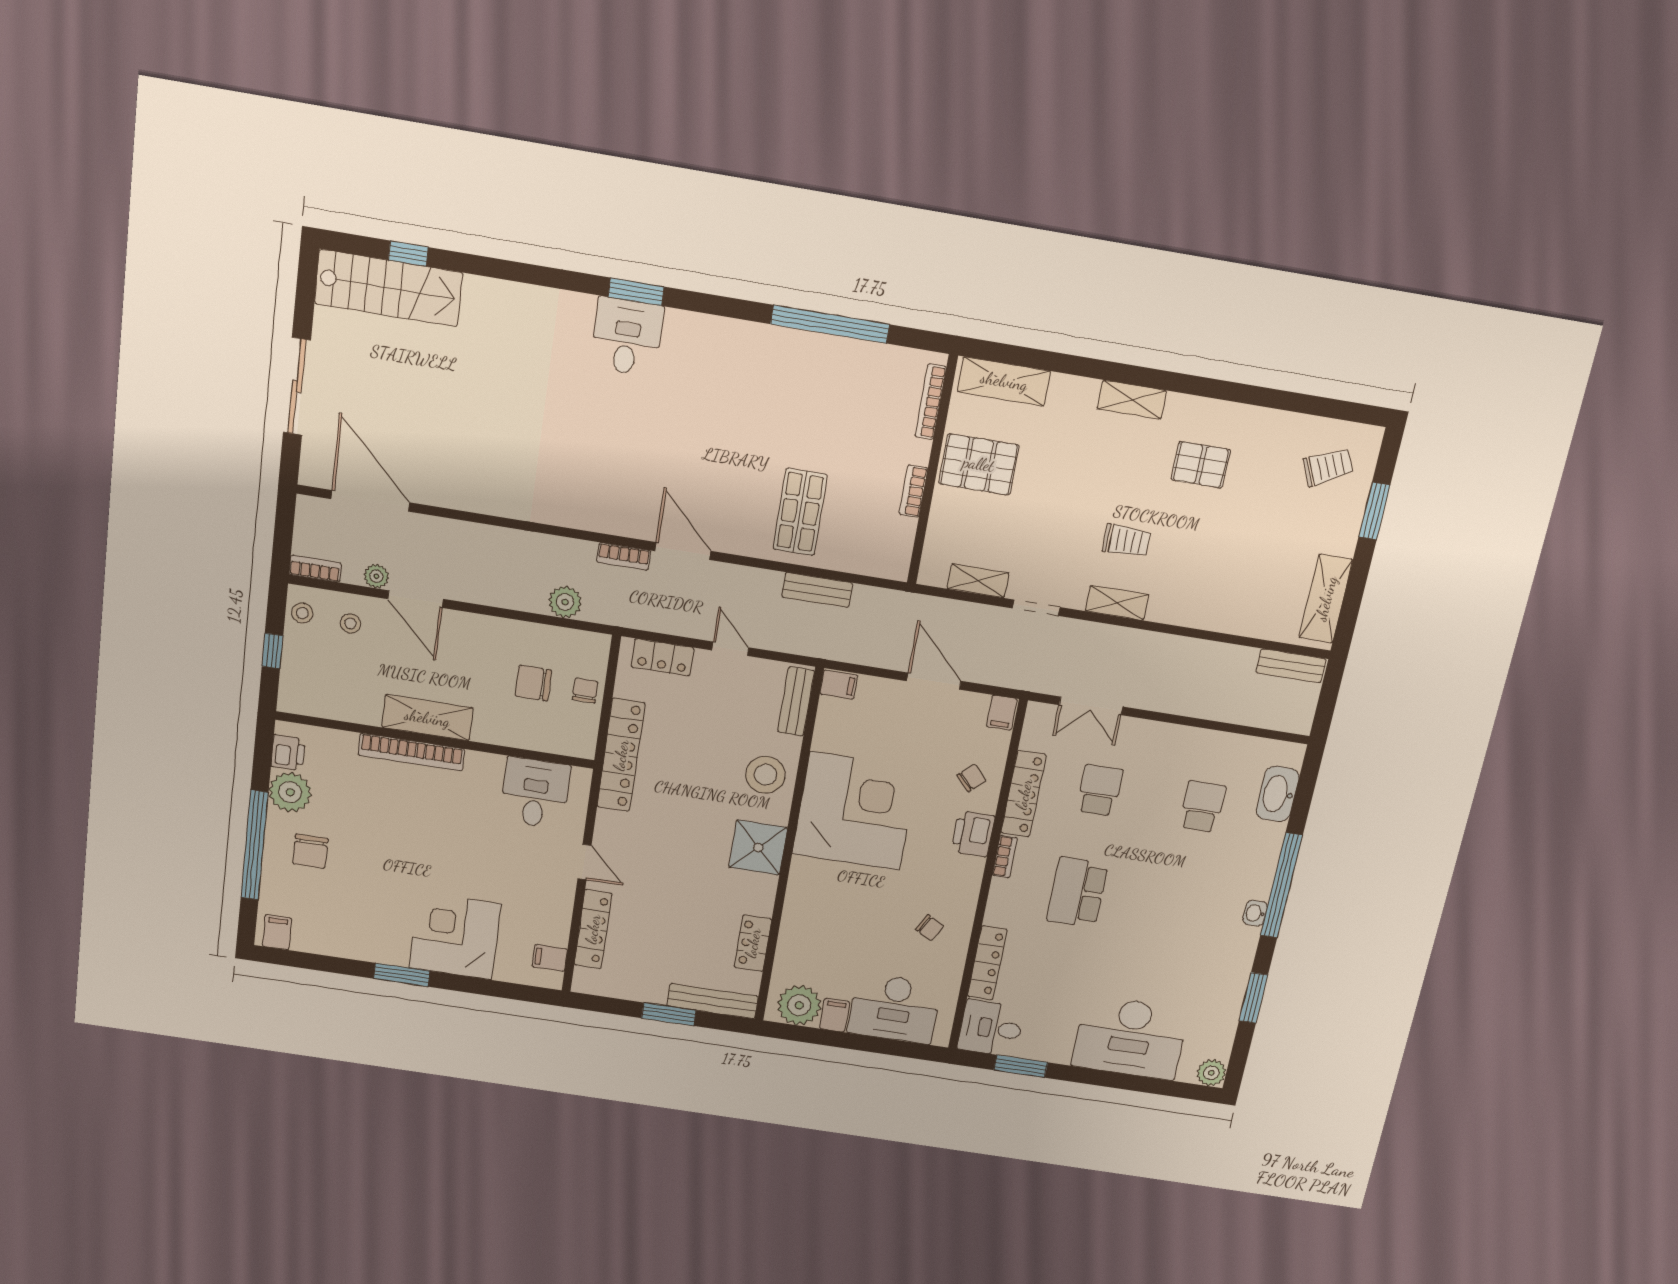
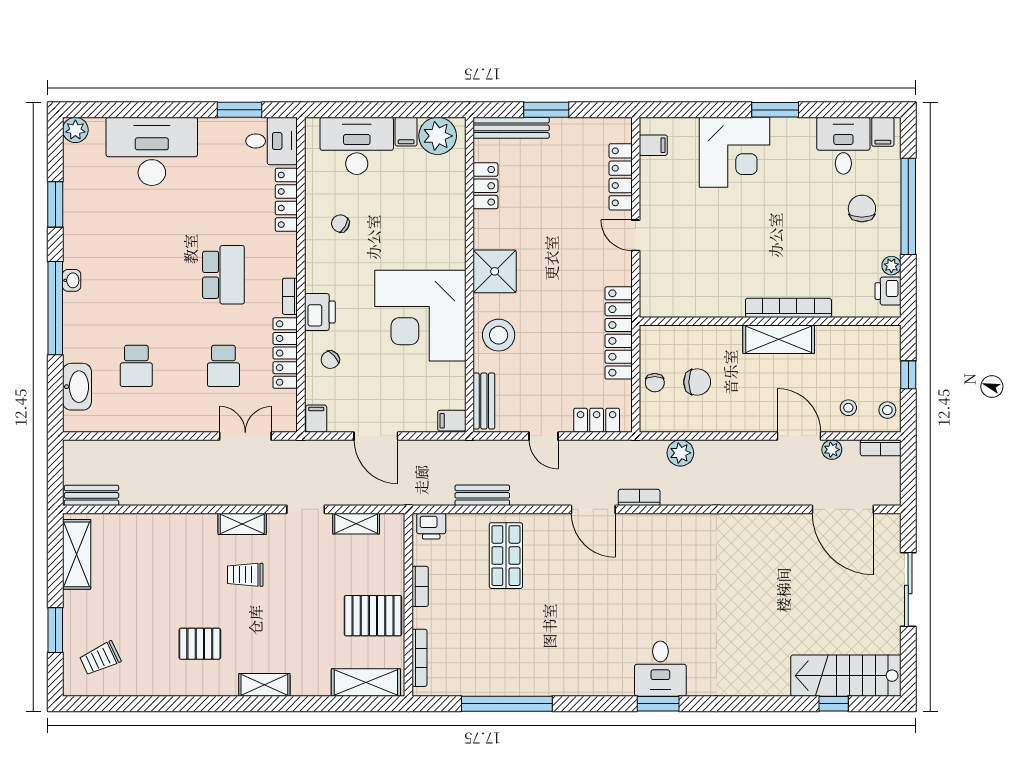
printer: (886, 563) -> (431, 526), added
plant: (290, 792) -> (891, 266), width x0.53, depth x0.53
desk: (535, 793) -> (843, 146), moved, turned 180

